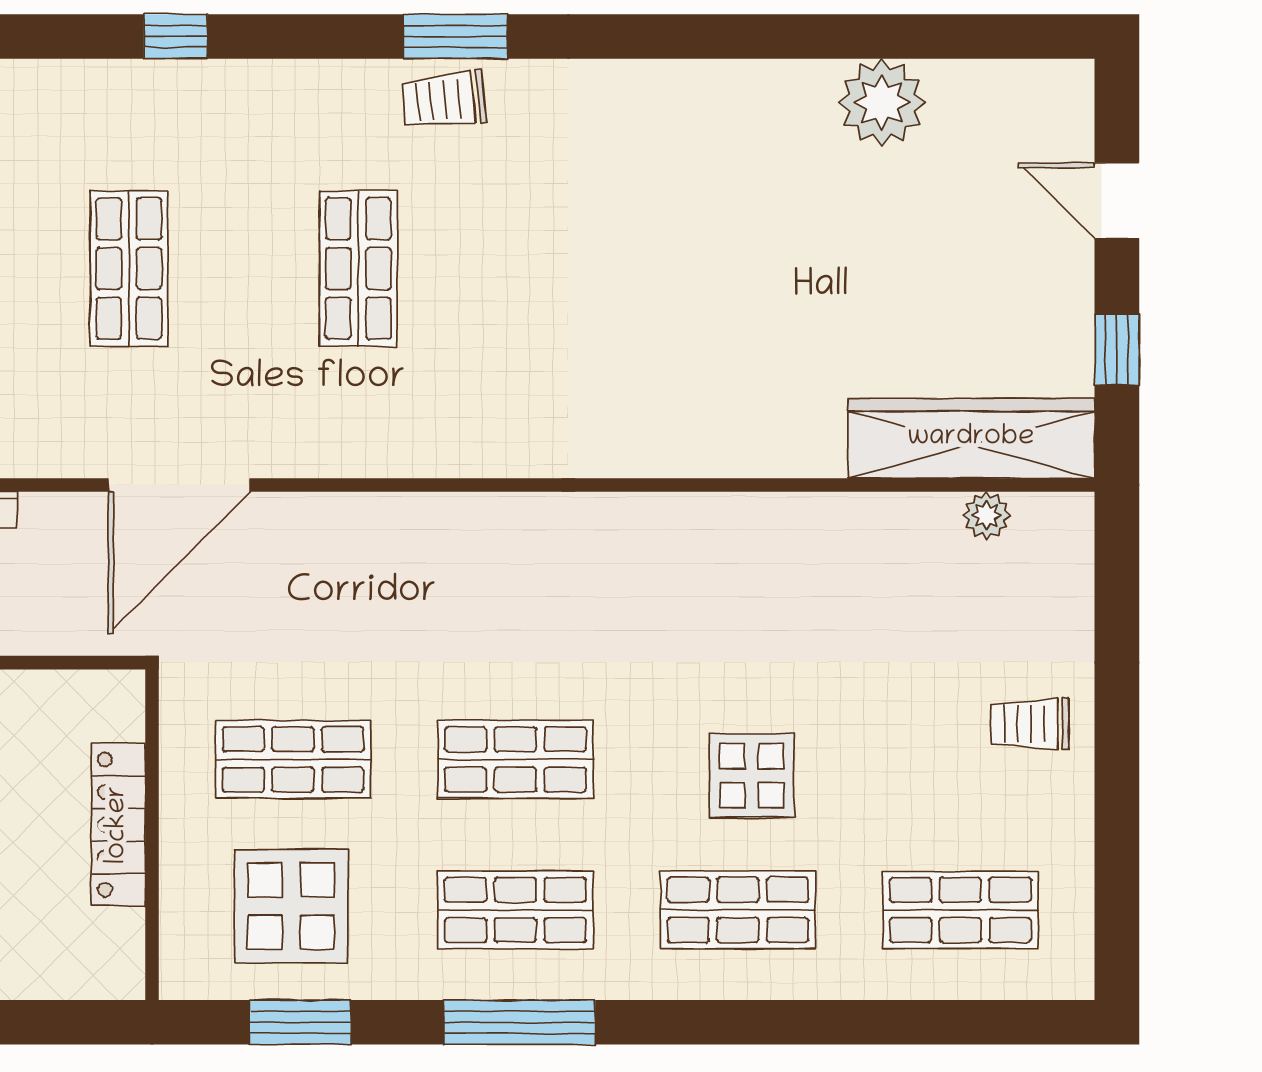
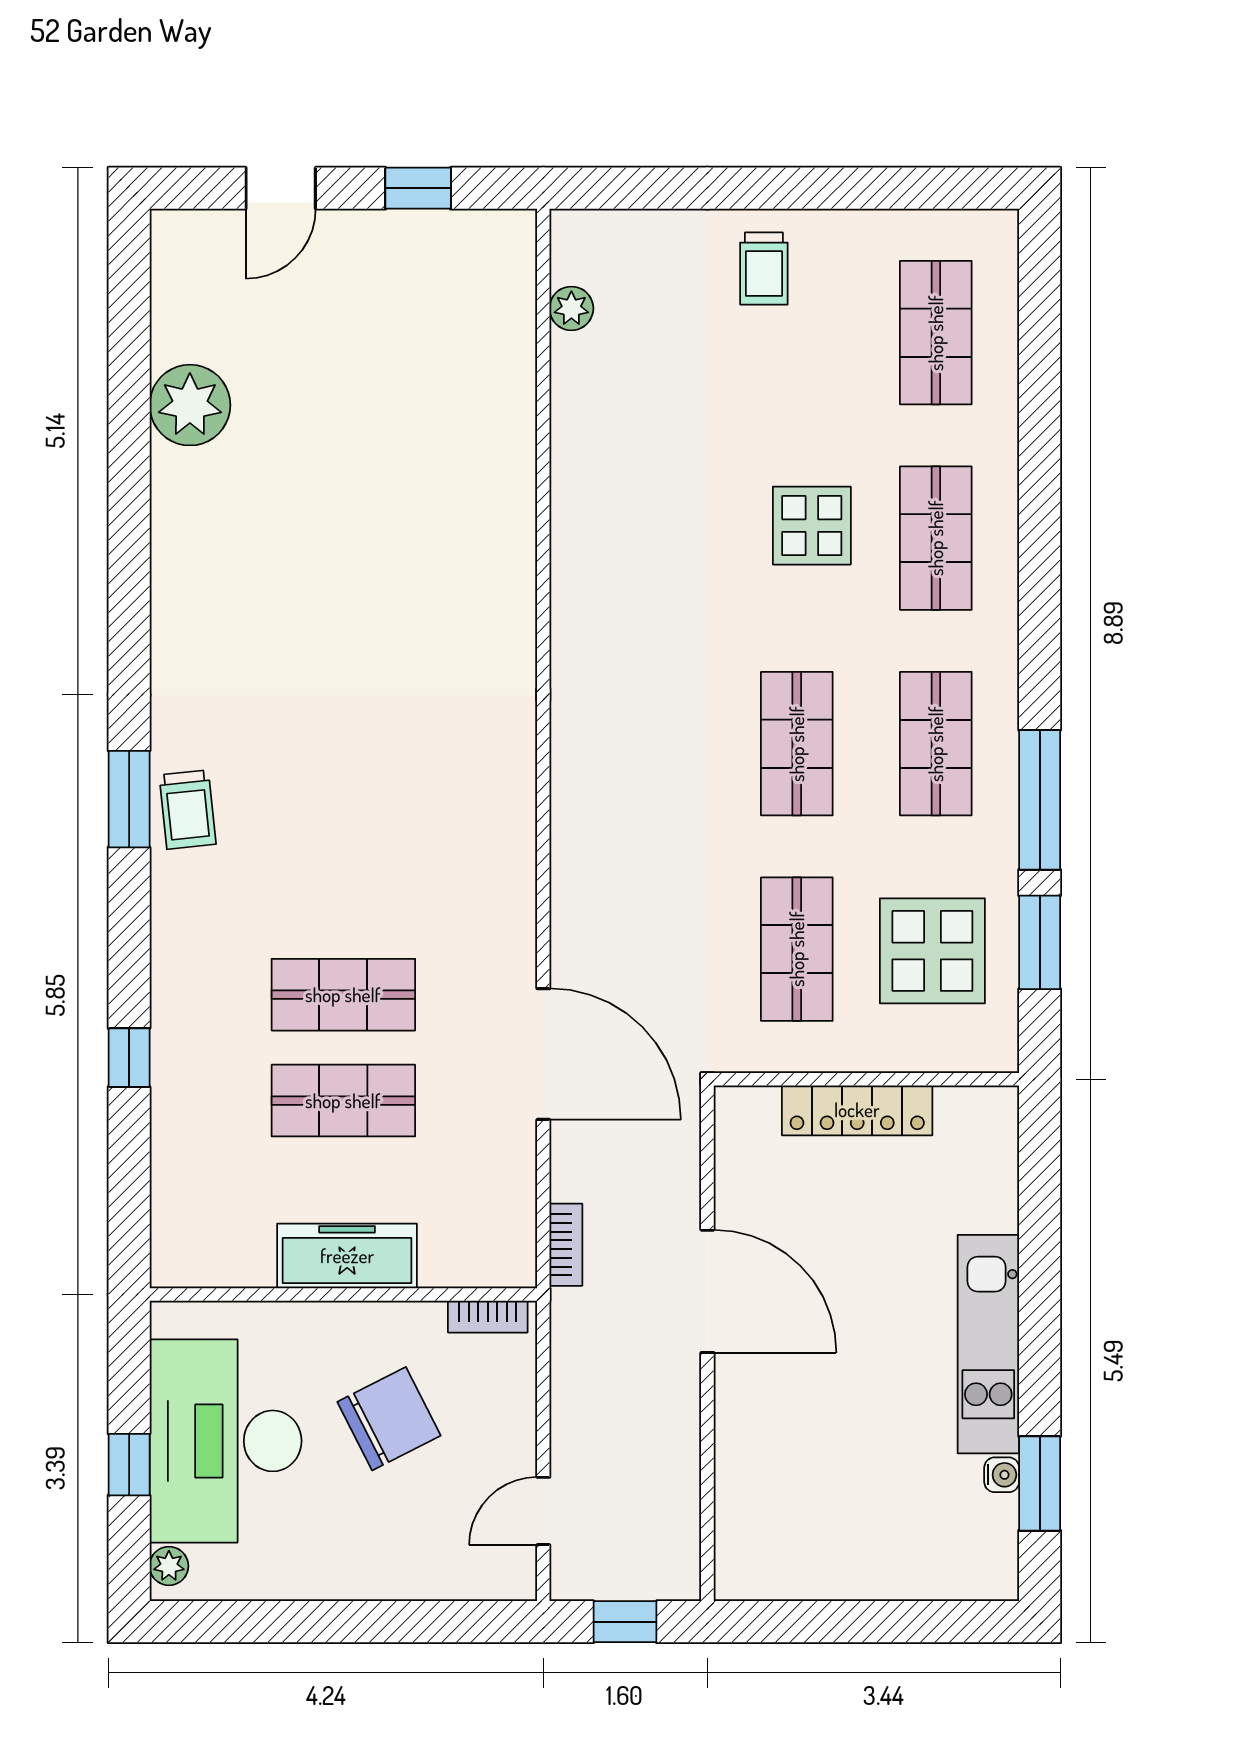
shop shelf: (358, 268) -> (343, 995), moved
wardrobe: (971, 438) -> (500, 323), removed
window: (520, 1022) -> (1040, 800), moved

